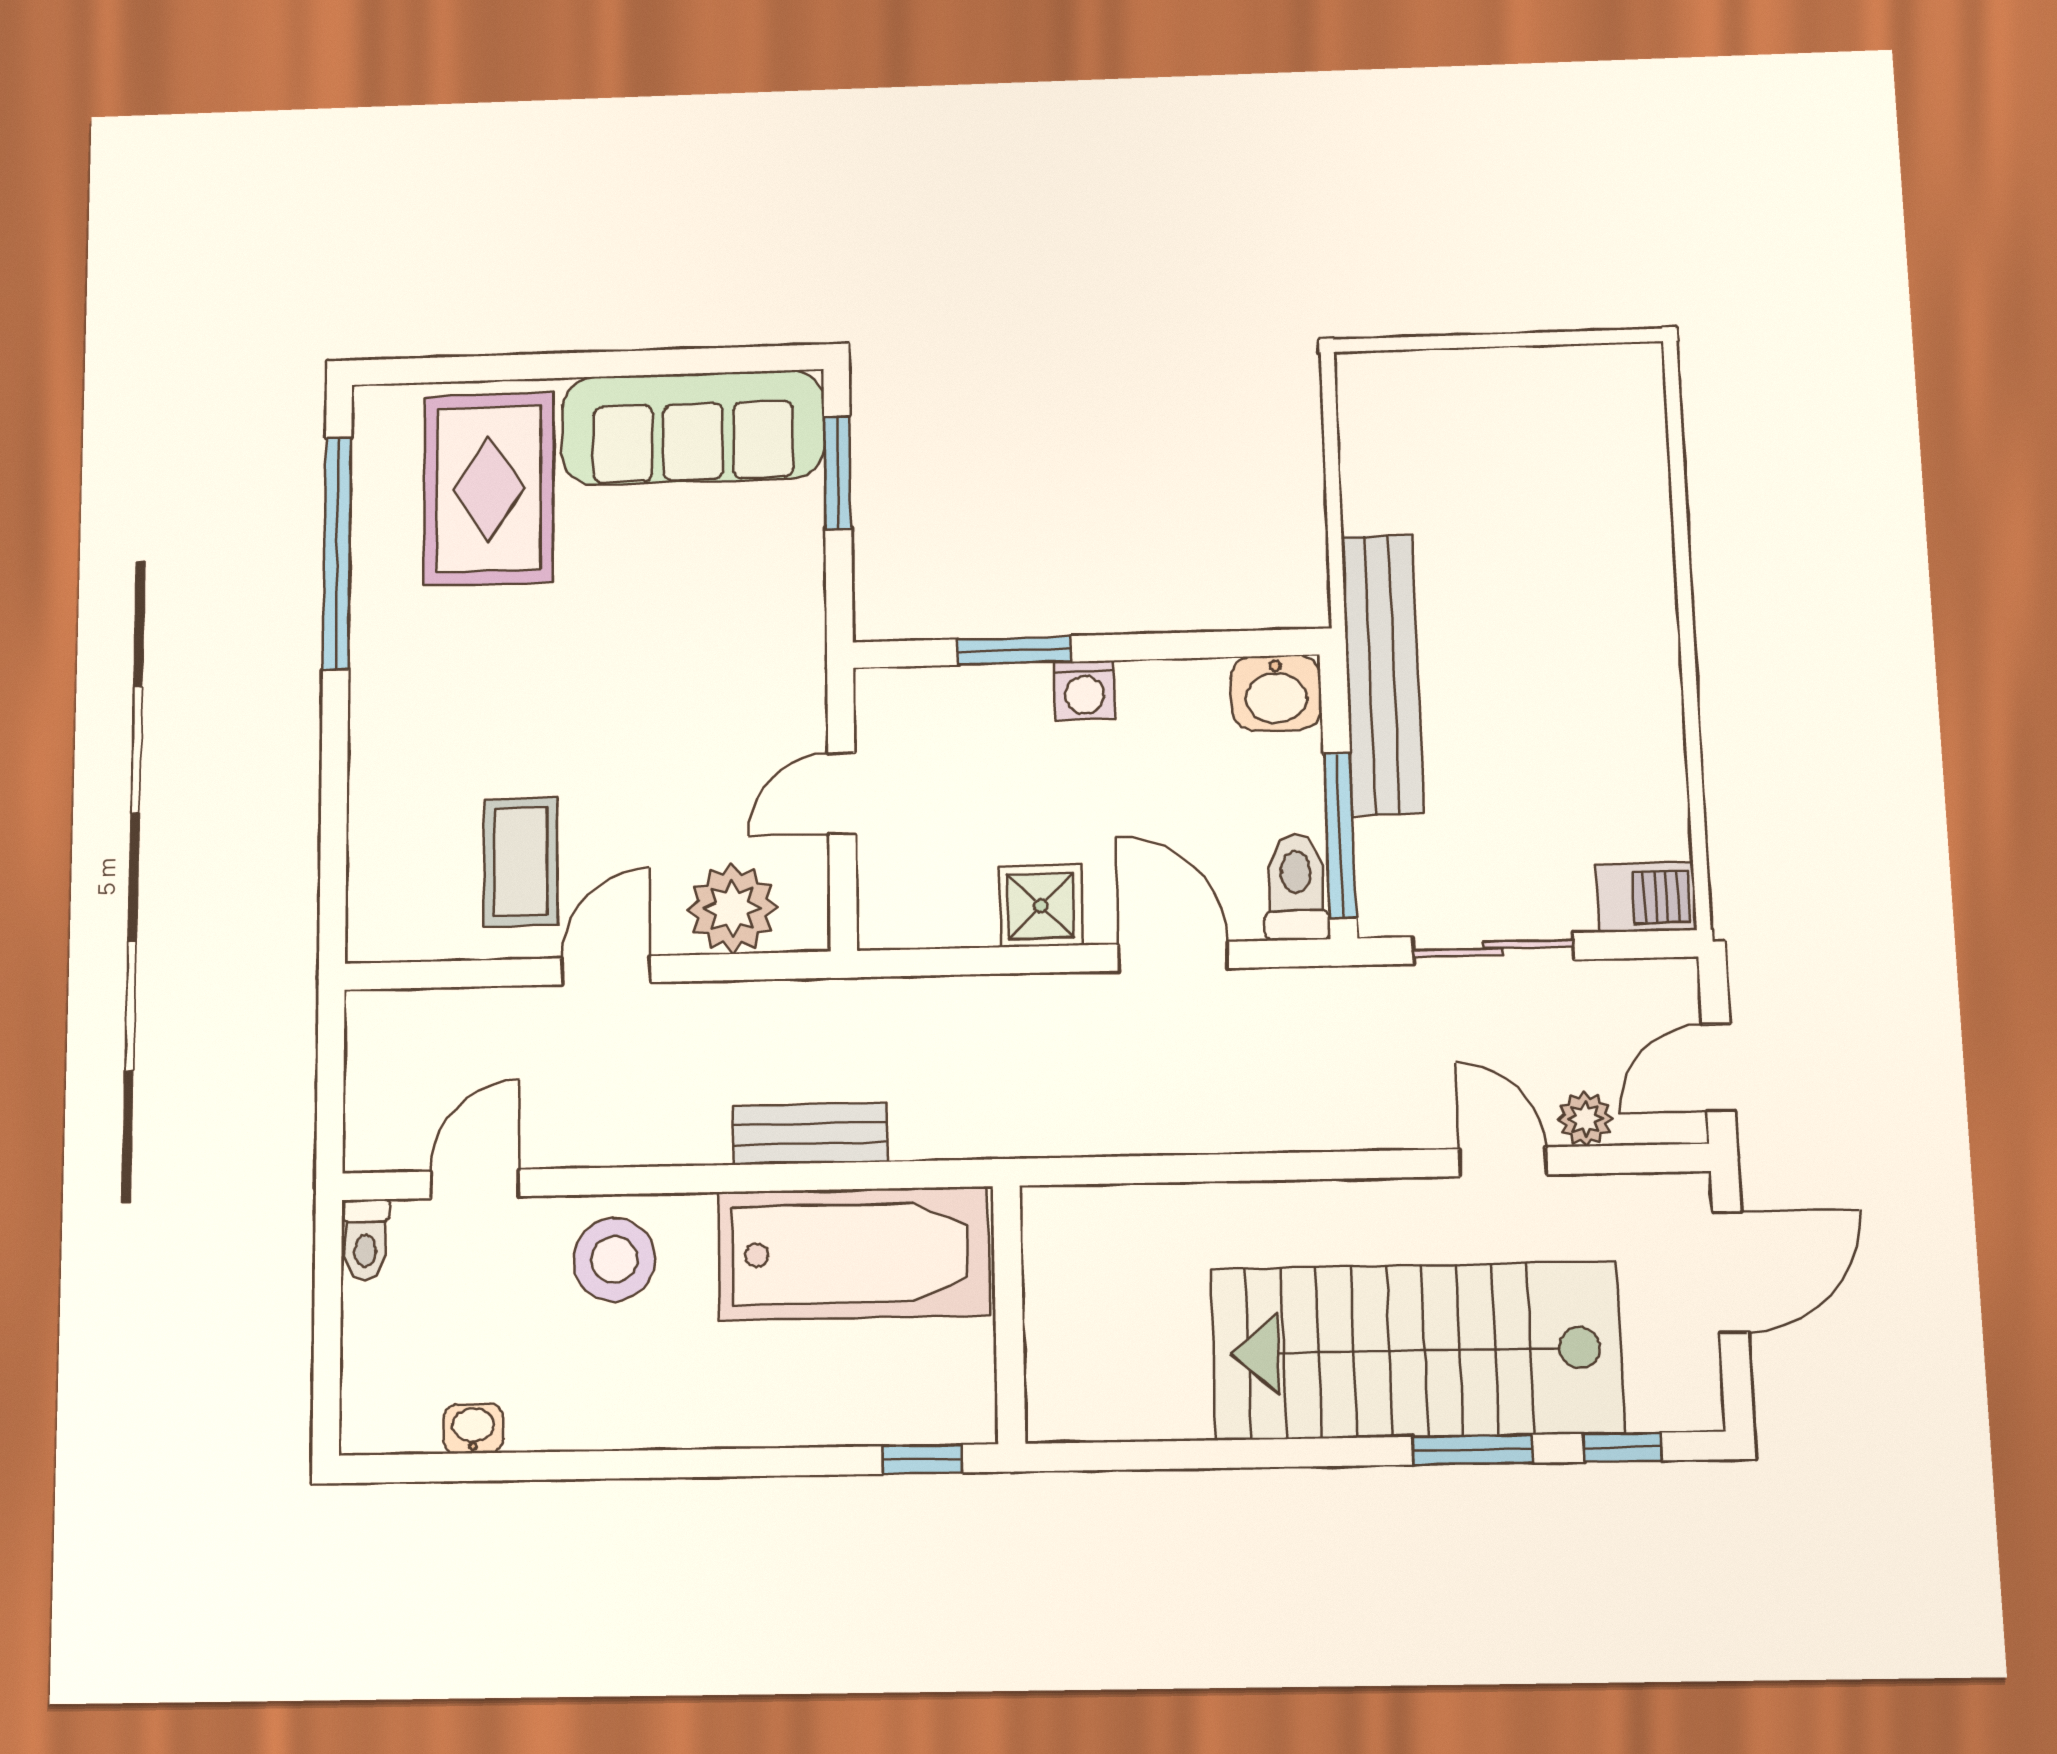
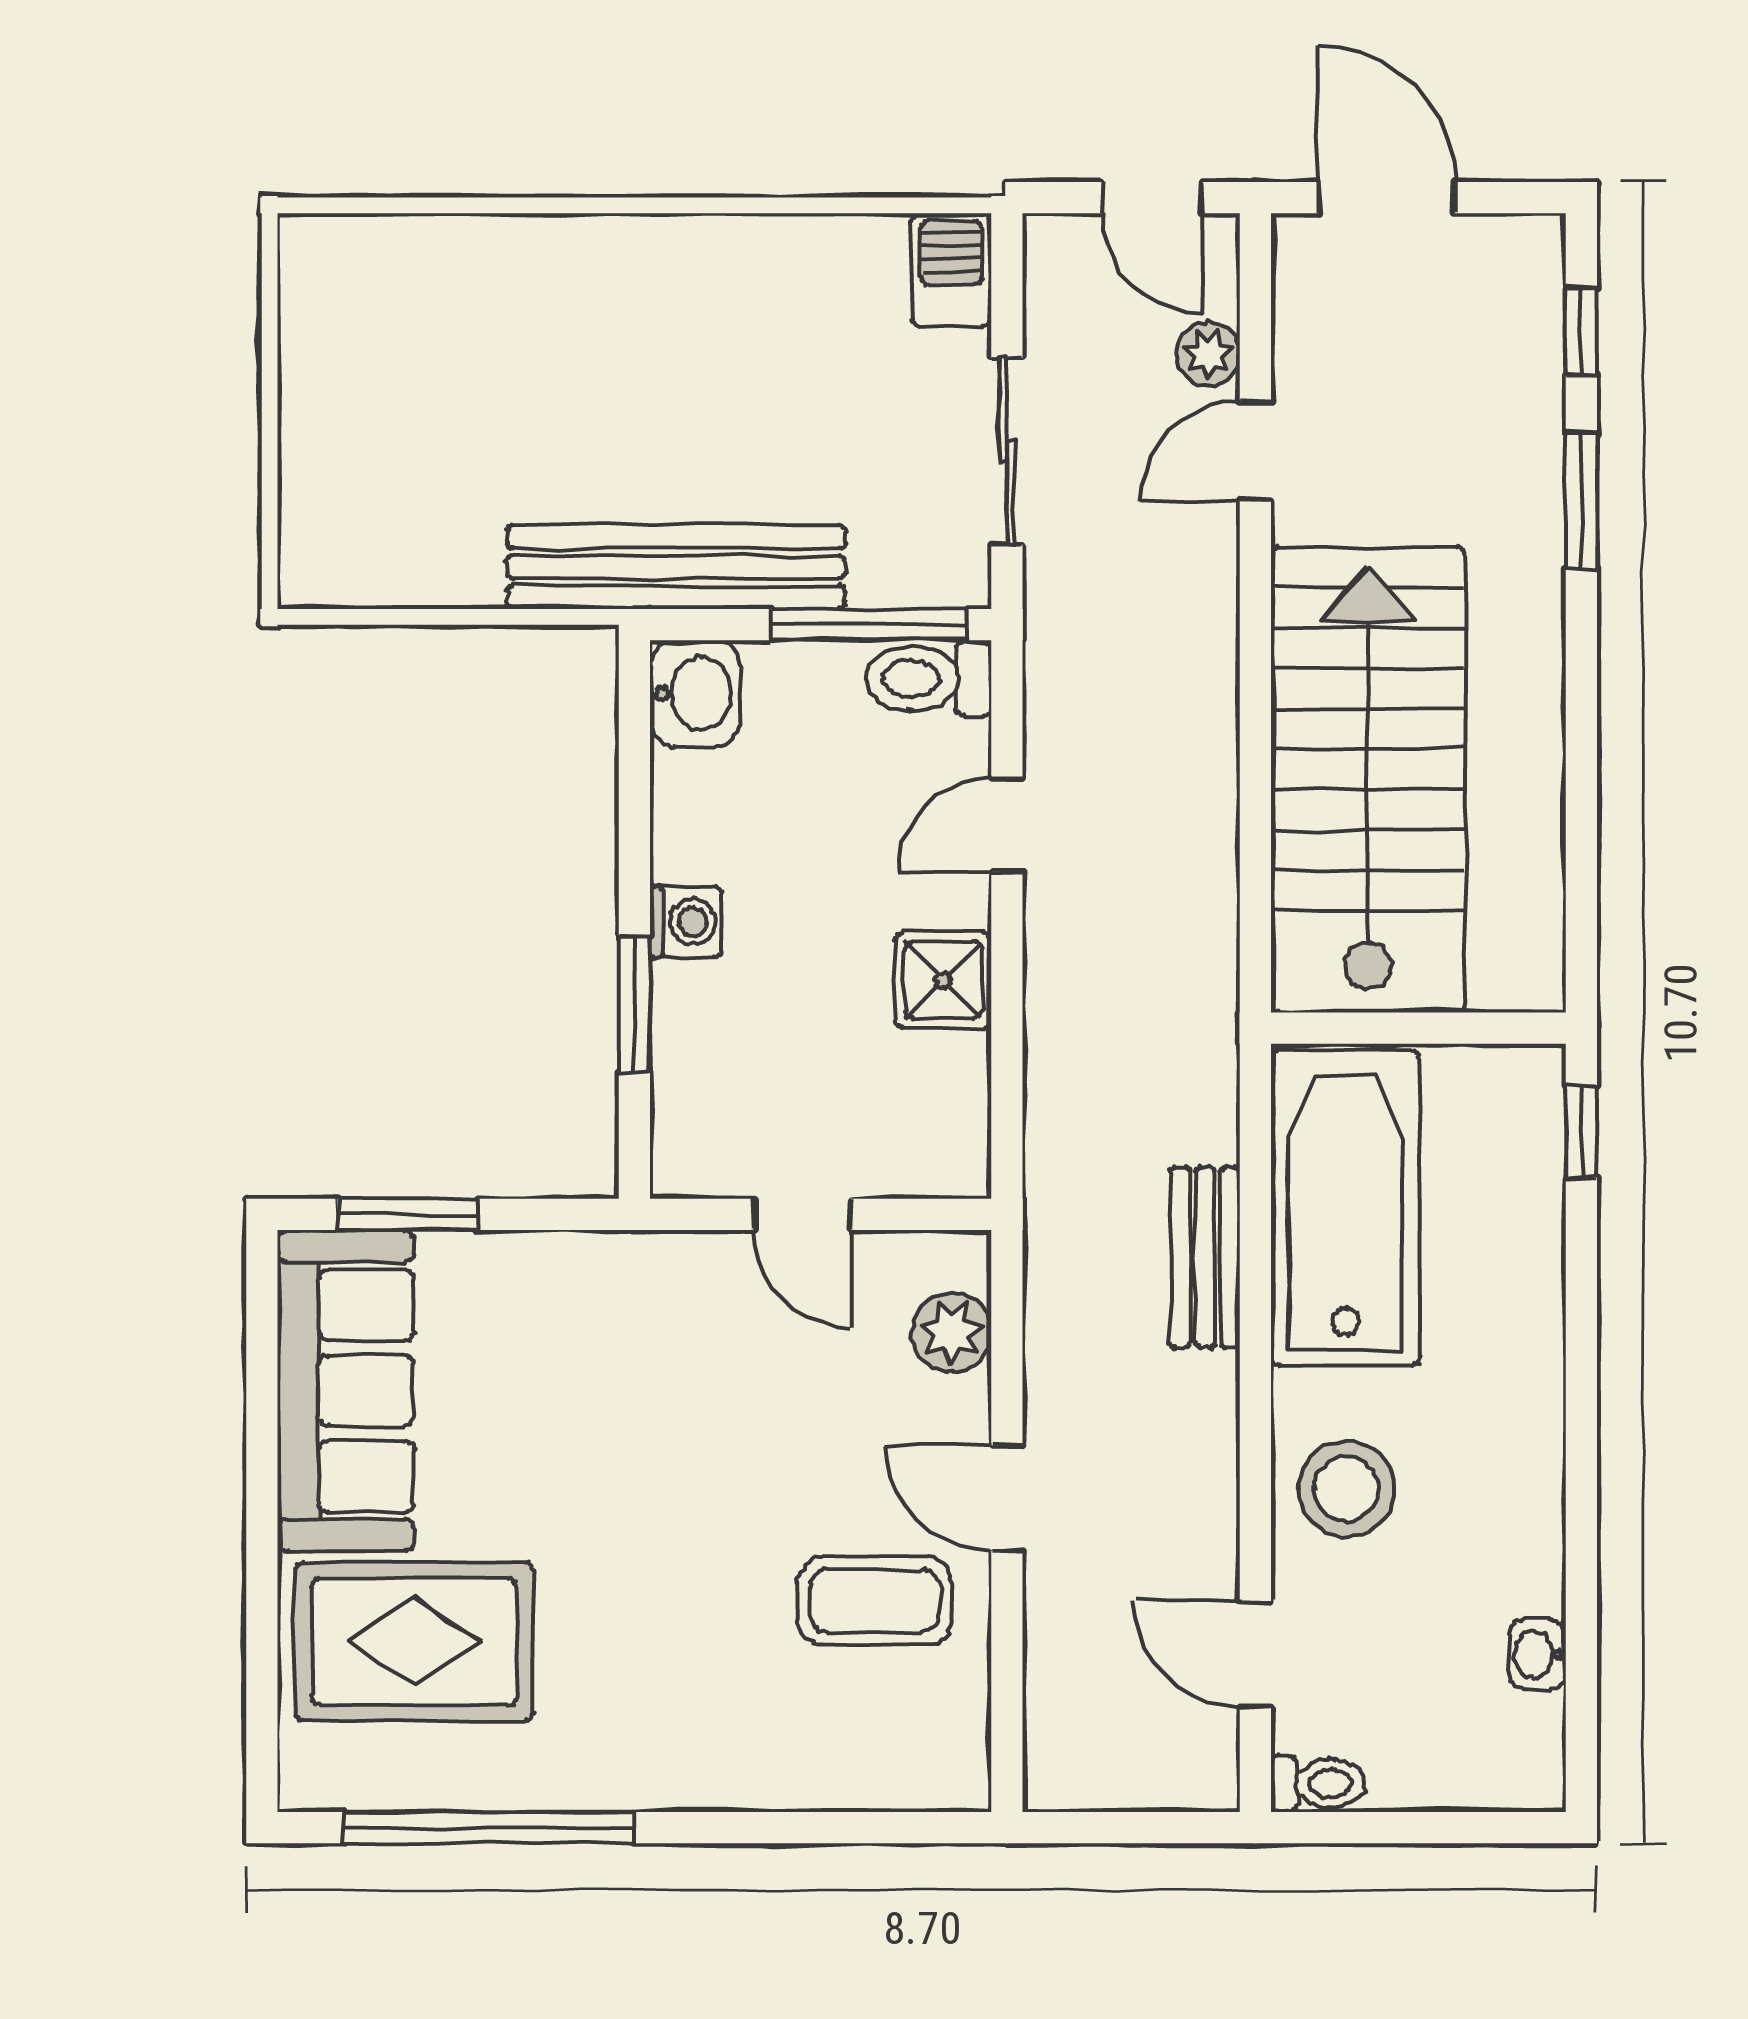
plant: (732, 909) -> (952, 1332), width x0.73, depth x0.73
door: (1173, 956) -> (1007, 825), width x0.73
stairs: (1416, 1351) -> (1368, 780), moved, turned 180

